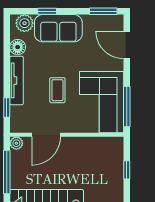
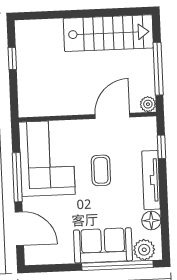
window: (47, 11) -> (117, 265), width x3.17
window: (103, 11) -> (49, 268), removed
window: (127, 107) -> (17, 177), moved
window: (127, 170) -> (12, 58), moved

